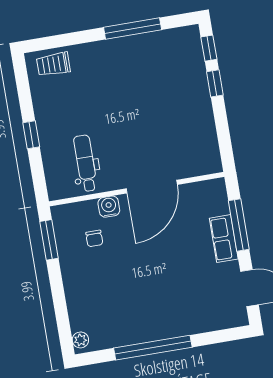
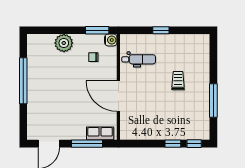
trolley: (53, 64) -> (178, 81), moved
water cooler: (109, 207) -> (111, 40), moved
row of seats: (224, 239) -> (100, 133), moved
plant: (80, 340) -> (64, 43), moved, width x1.88, depth x1.88

